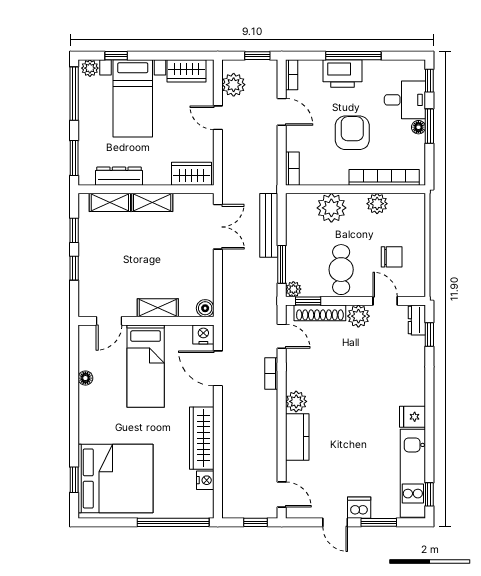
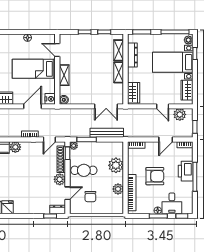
door: (218, 118) -> (163, 106), swing flipped

